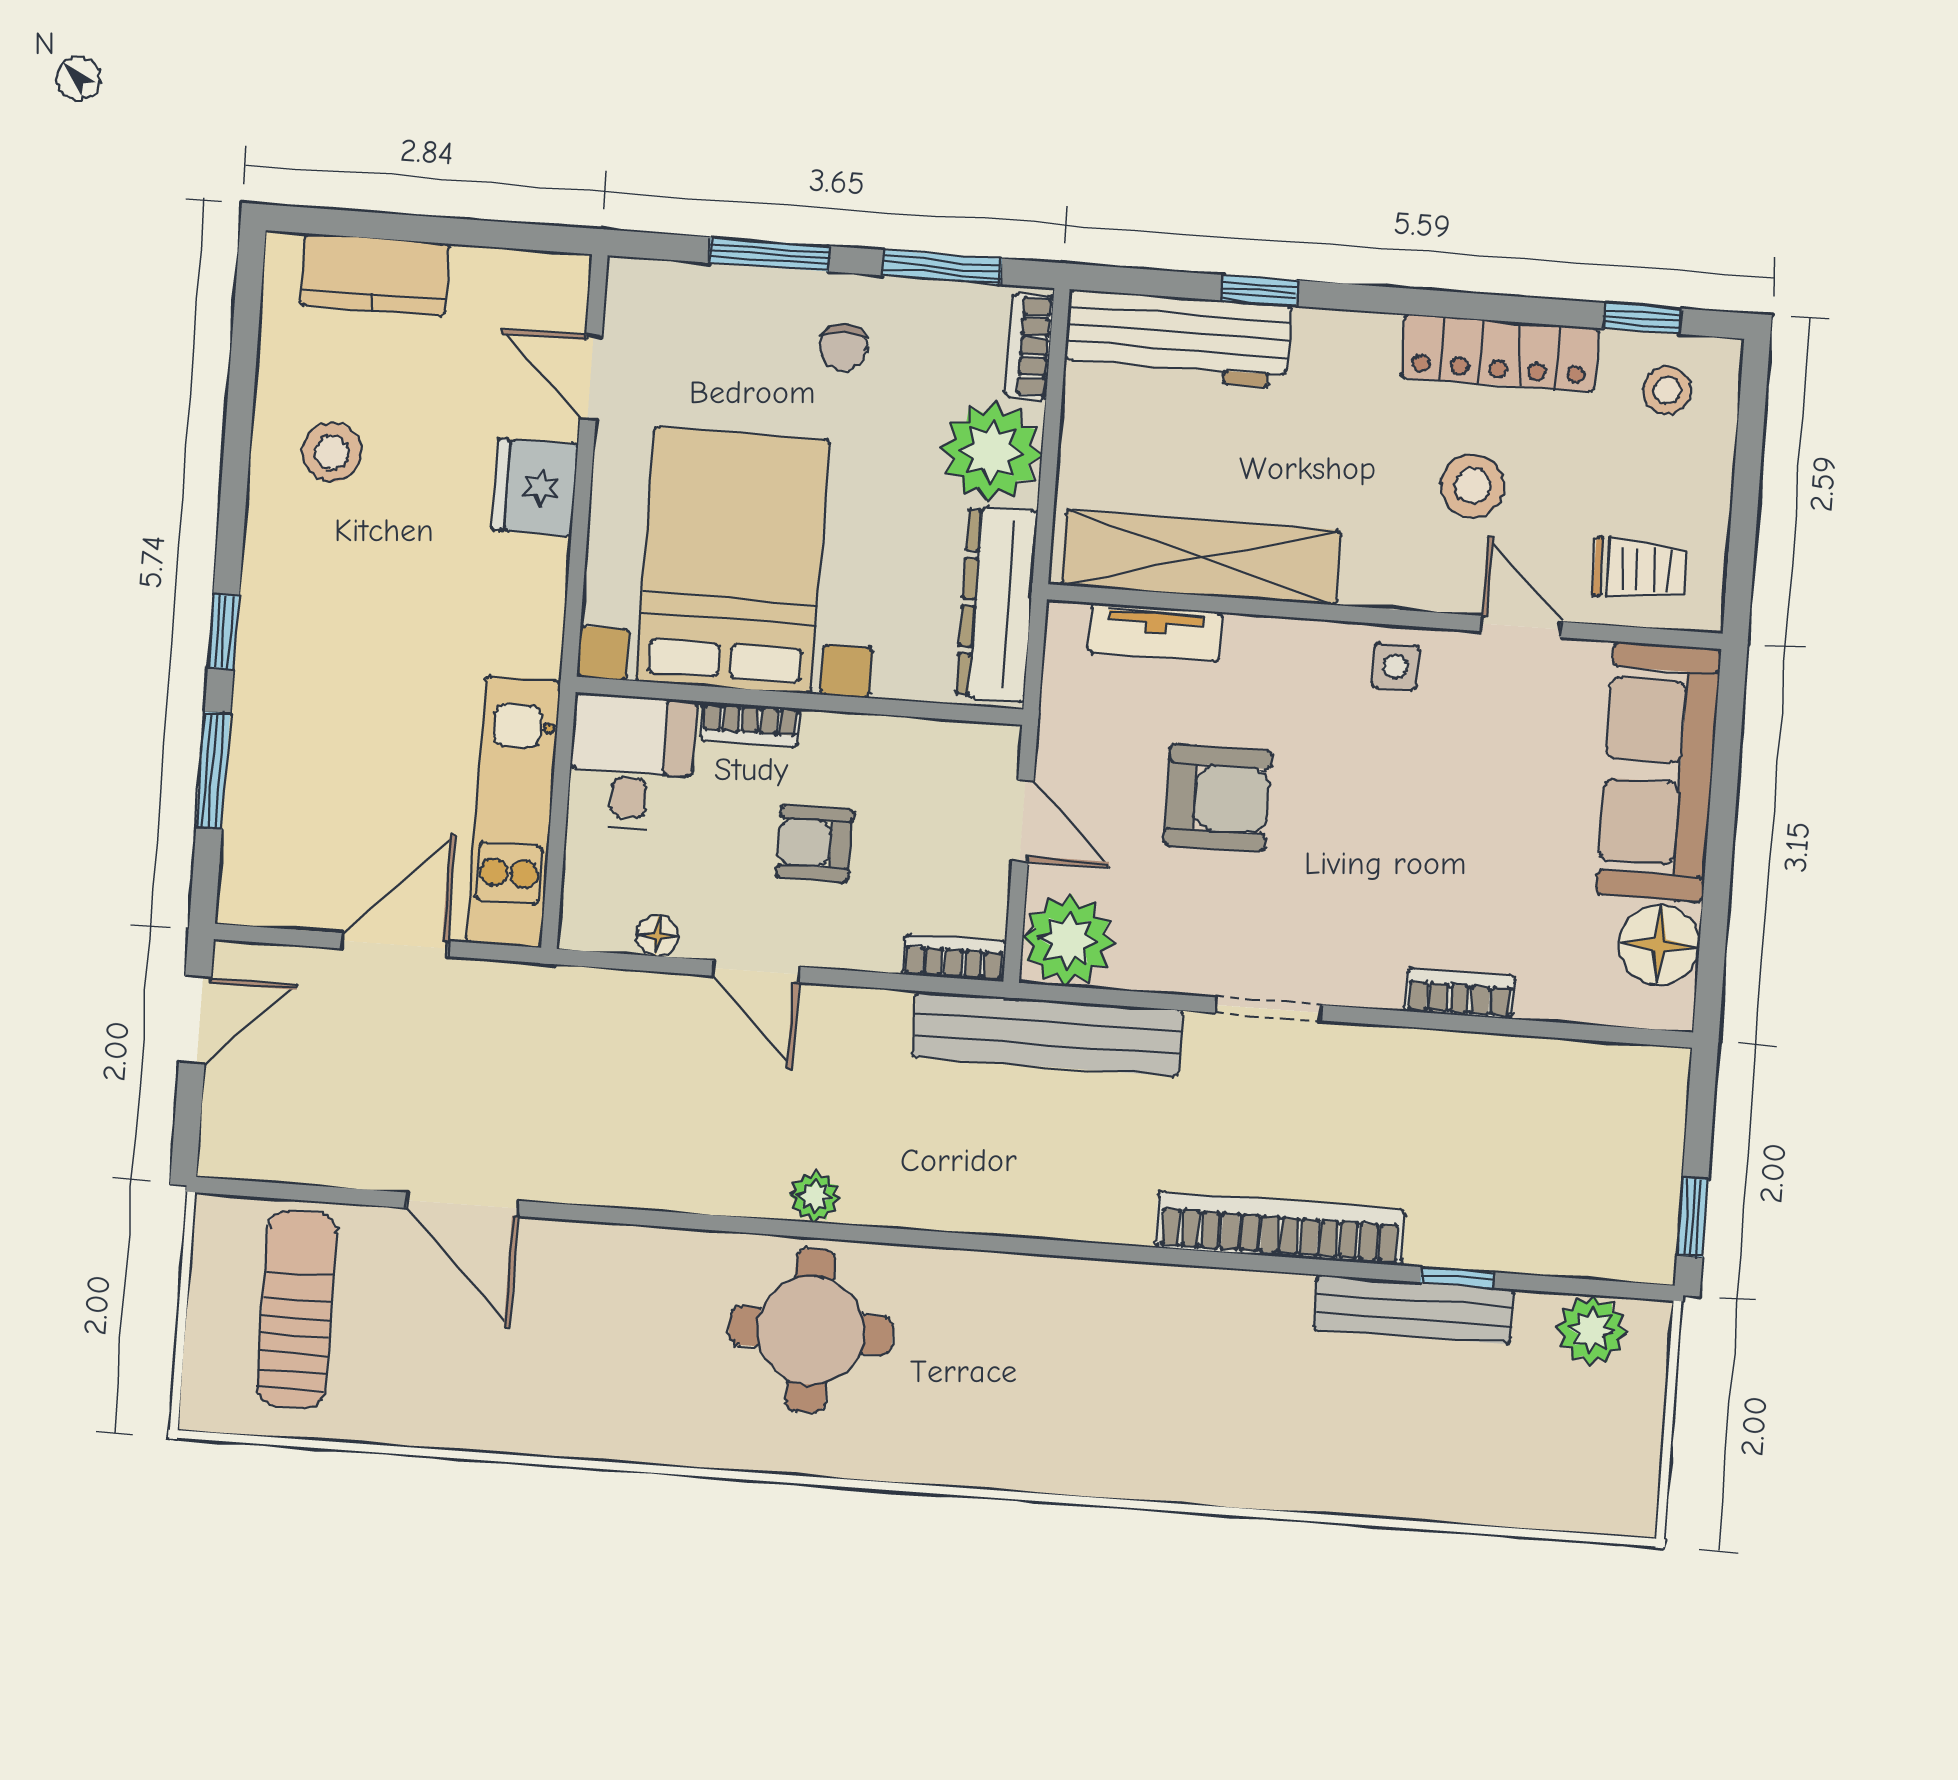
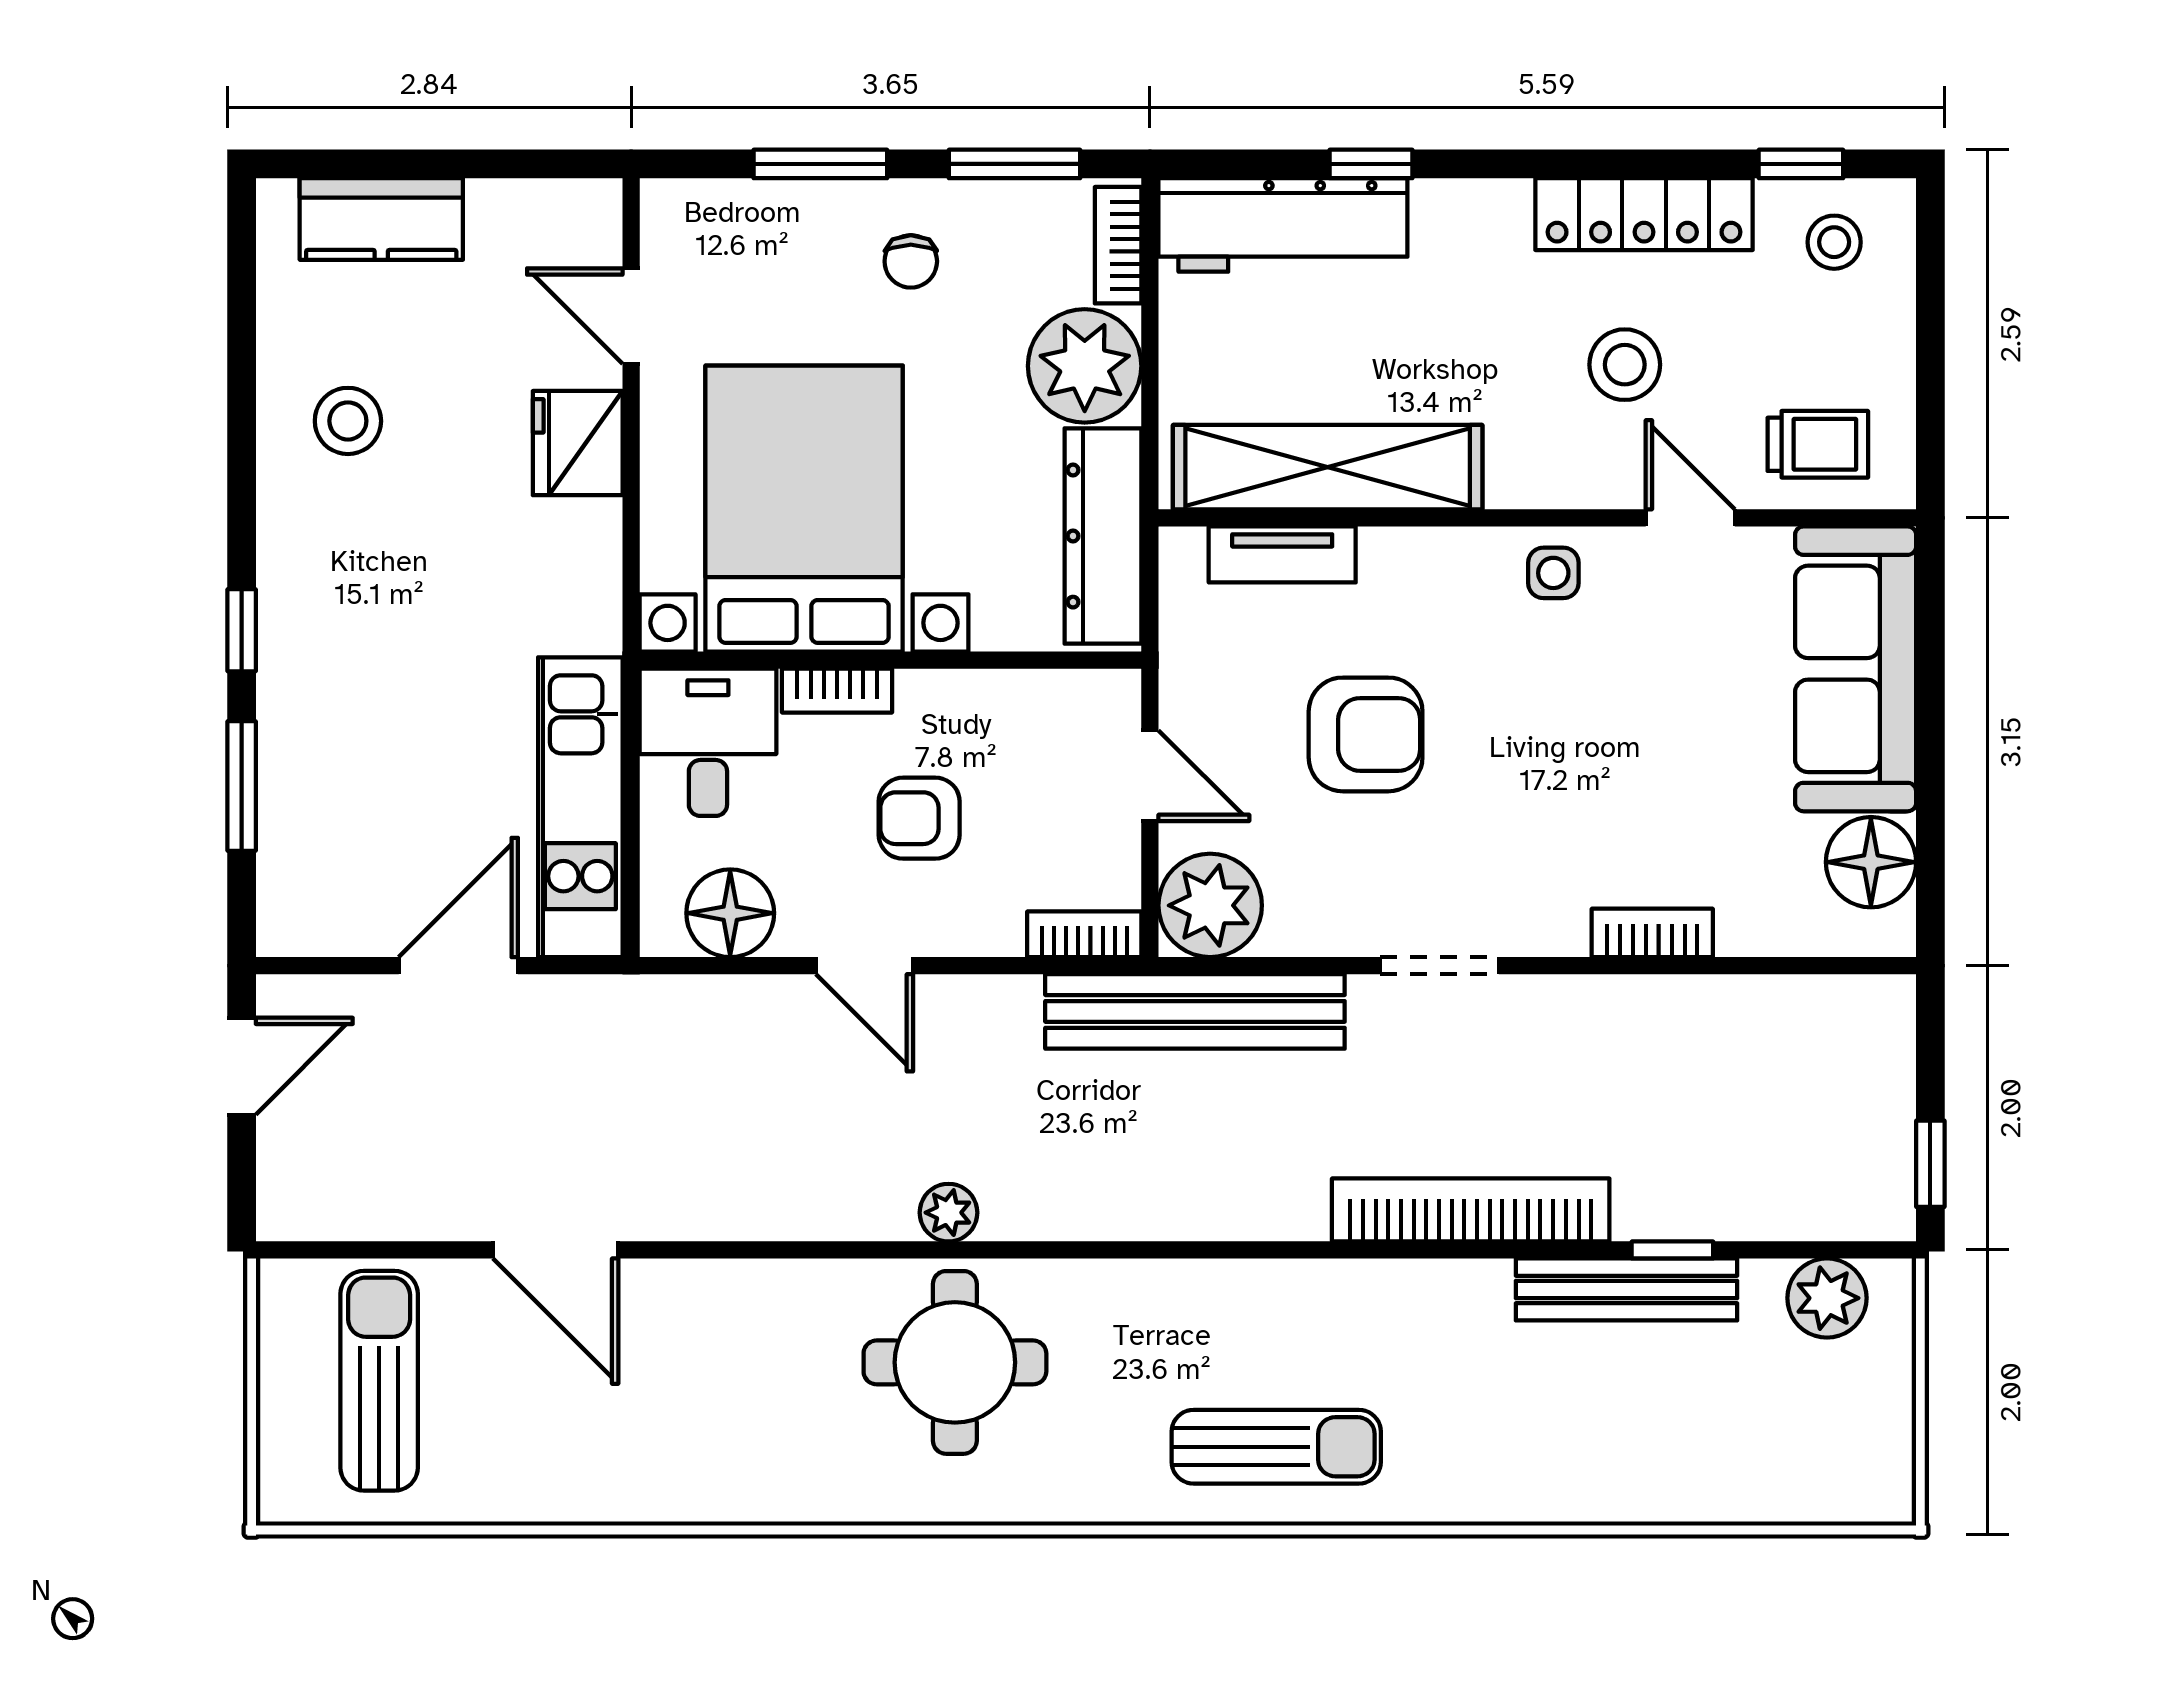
floor lamp: (657, 936) -> (730, 913), width x1.89, depth x1.89
sun lounger: (1091, 1427) -> (1276, 1447), added

